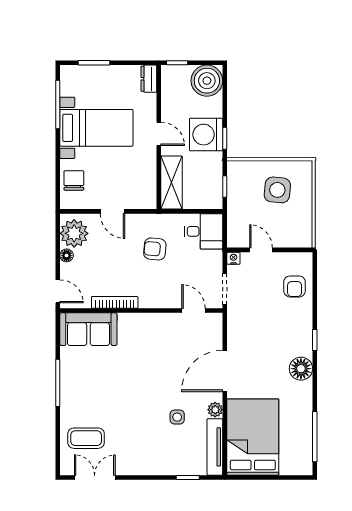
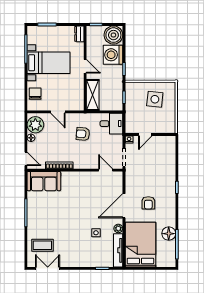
washing machine: (206, 135) -> (113, 55), moved
door: (261, 250) -> (145, 135), swing flipped
armchair: (295, 286) -> (148, 203), moved
floor lamp: (301, 369) -> (169, 234), moved

